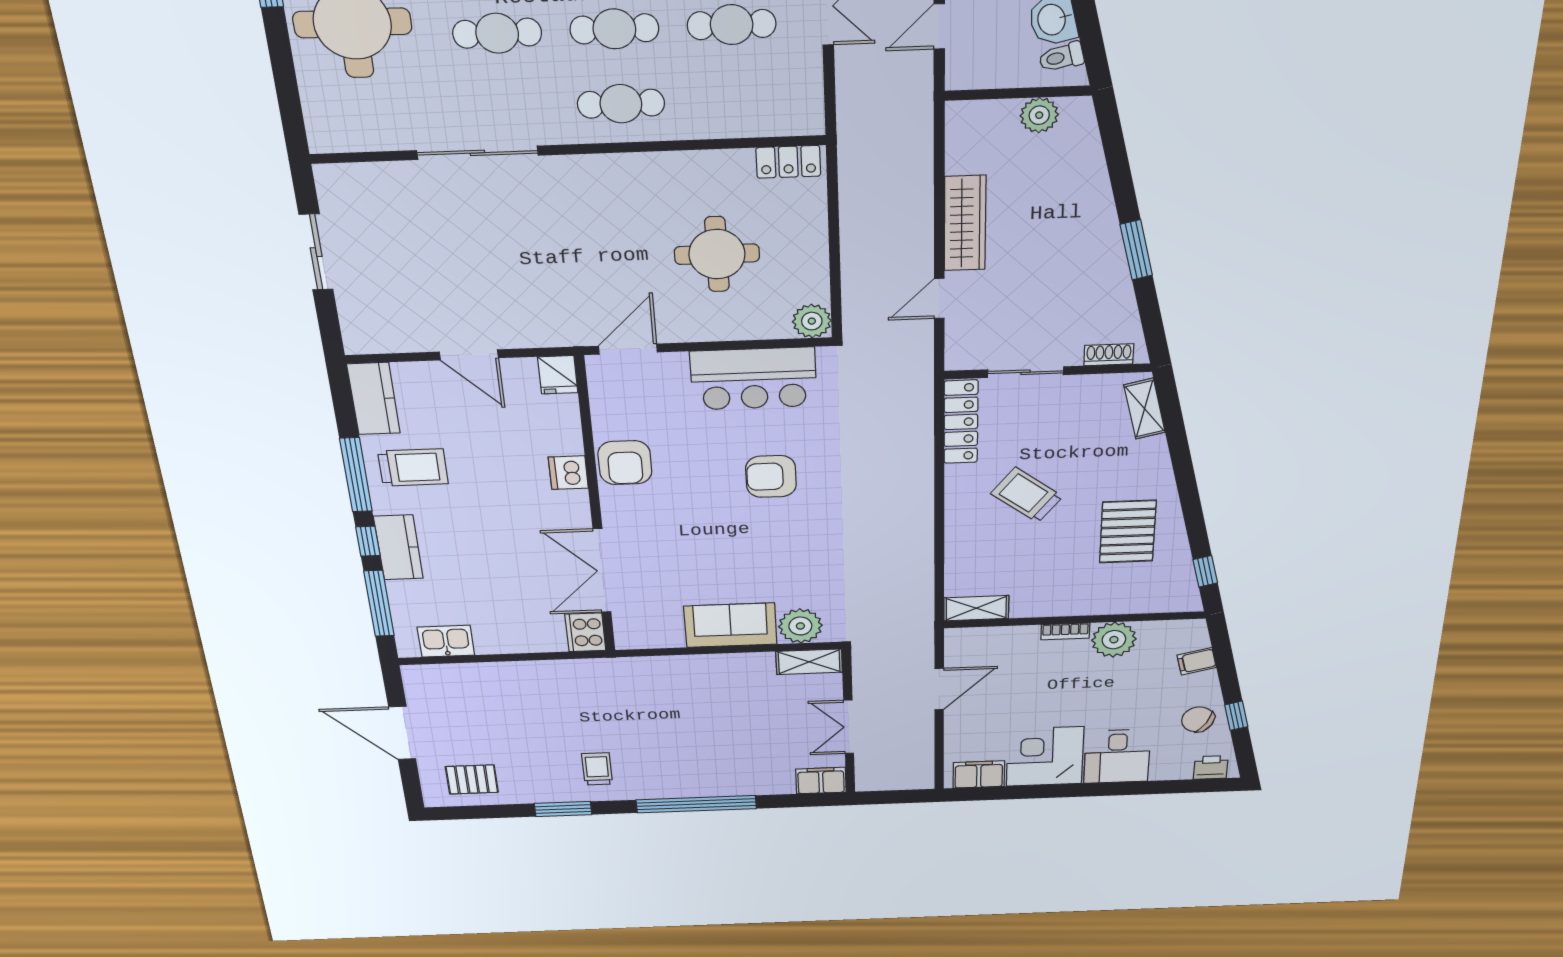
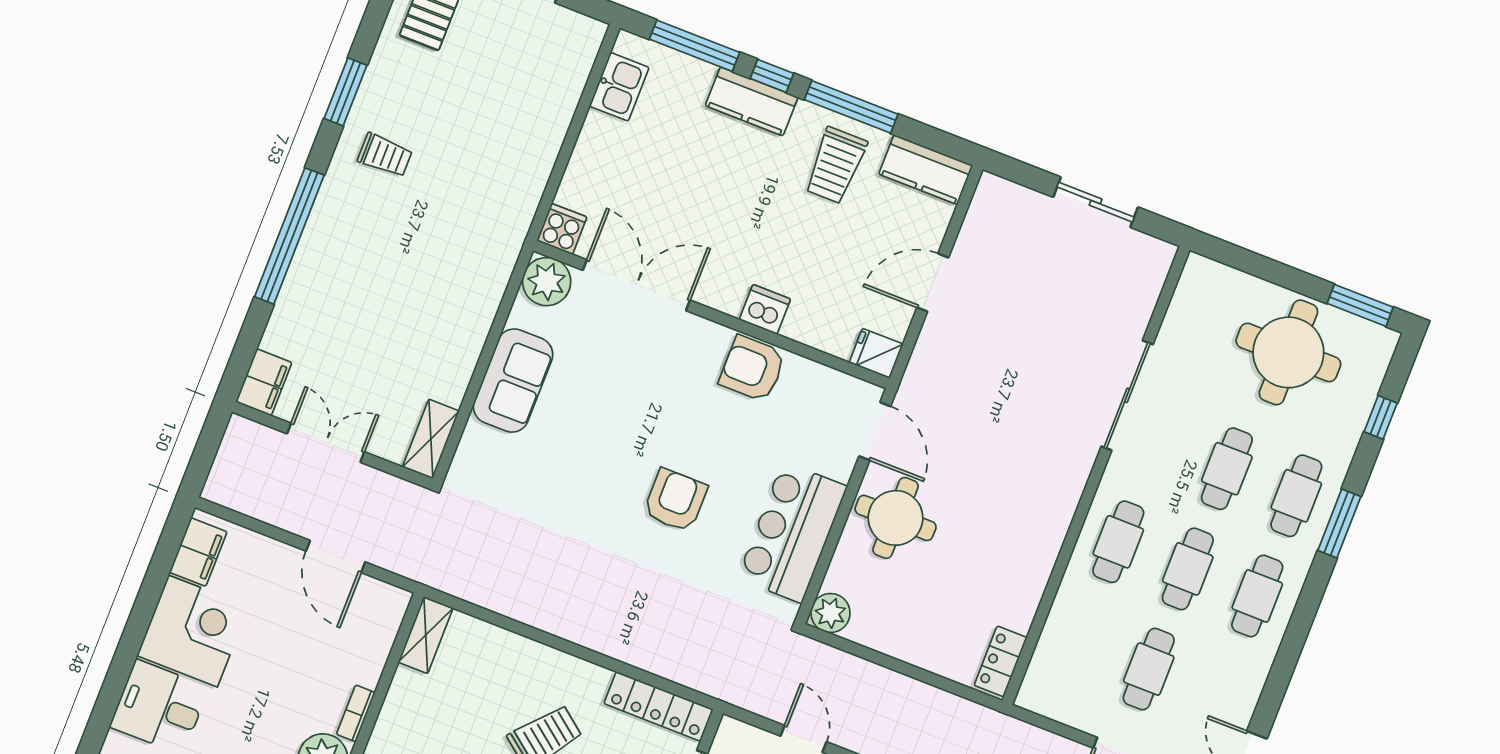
round table: (717, 254) -> (896, 518), moved
plant: (800, 626) -> (547, 282), moved
cooker: (585, 632) -> (562, 229), width x0.73

